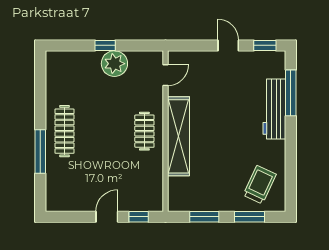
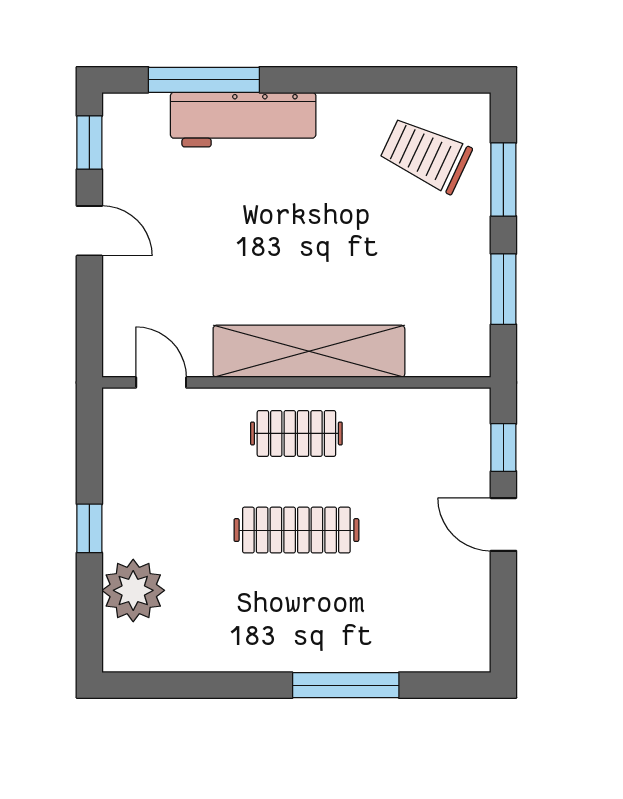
door: (228, 45) -> (89, 231), swing flipped
plant: (114, 64) -> (133, 590), moved
clothes rail: (64, 131) -> (296, 530), moved

